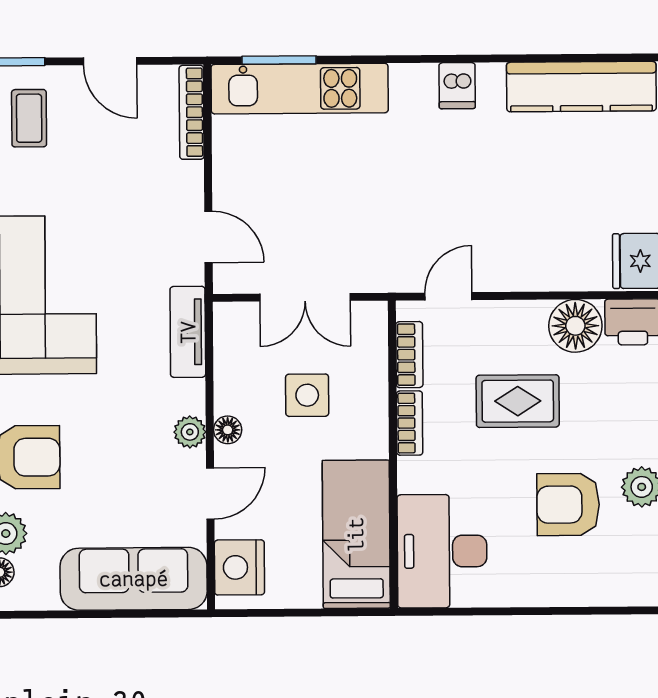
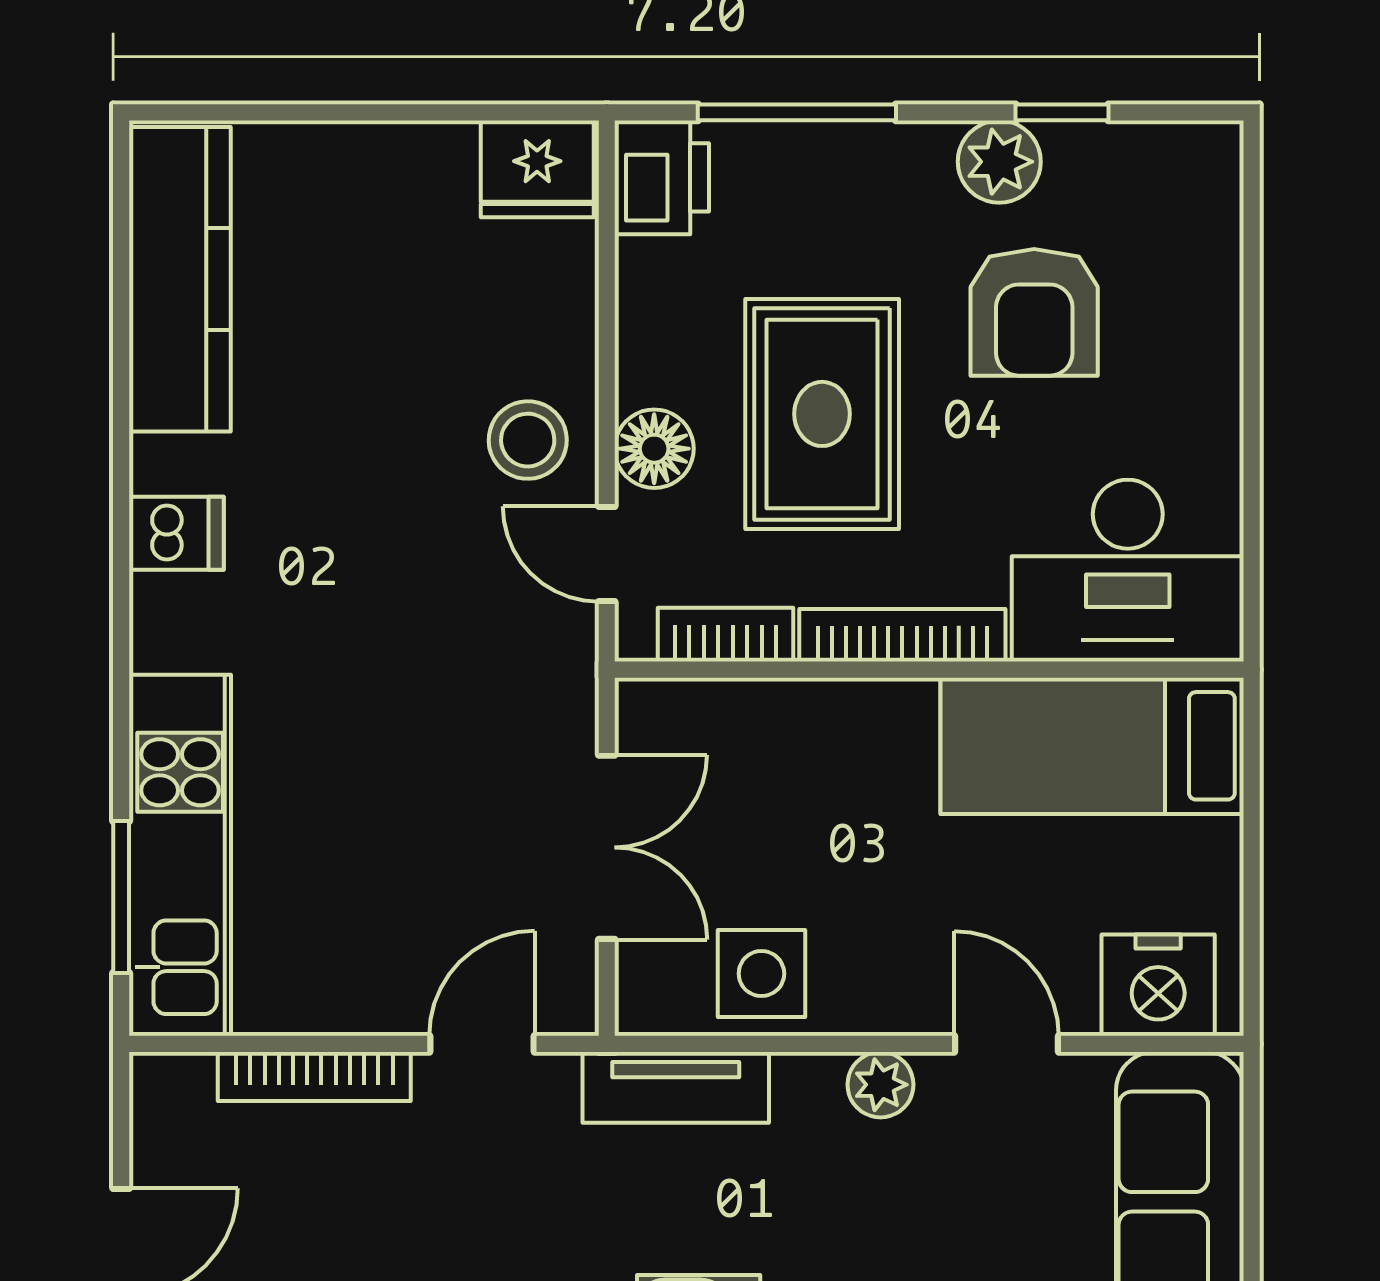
bookcase: (192, 112) -> (314, 1076), moved
stool: (504, 257) -> (528, 440), added
floor lamp: (575, 326) -> (654, 449), moved, width x0.73, depth x0.73
side table: (307, 395) -> (761, 974), moved
rug: (518, 401) -> (822, 414), width x1.36, depth x1.43
bookcase: (410, 423) -> (902, 635), width x1.56
floor lamp: (228, 430) -> (877, 1007), removed

